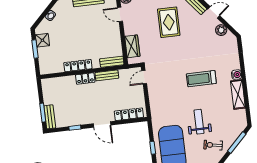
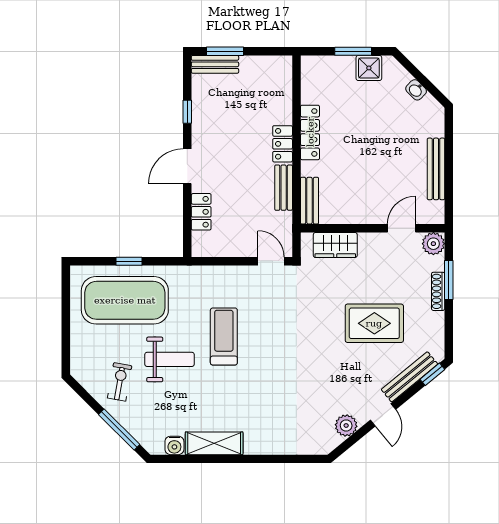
water cooler: (237, 75) -> (174, 445), moved
treadmill: (201, 79) -> (224, 336), moved
locker: (129, 114) -> (201, 212), width x0.66

